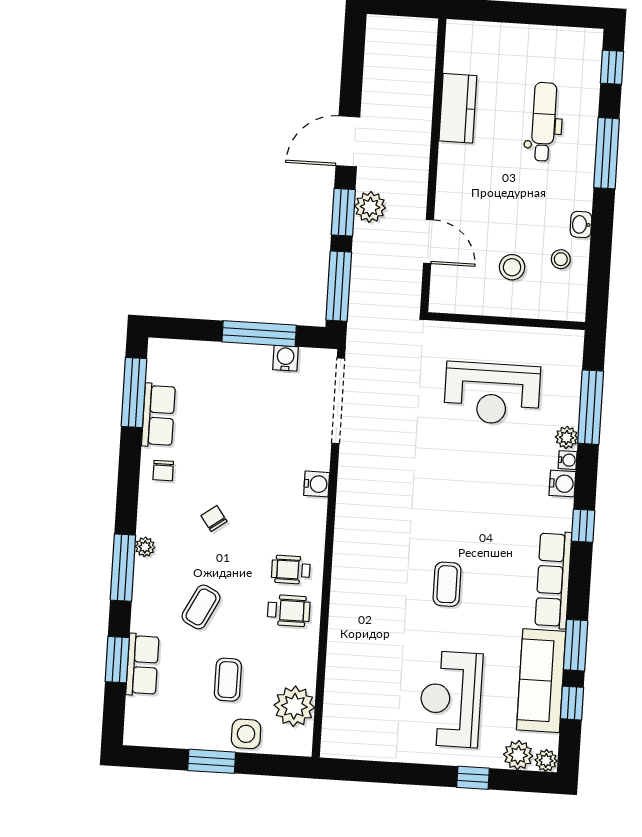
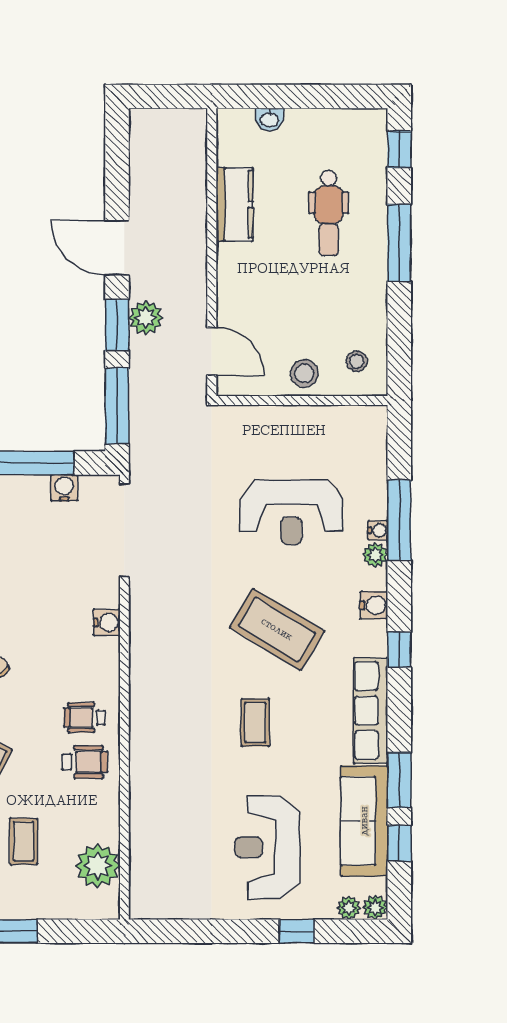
dental chair: (544, 122) -> (329, 213), turned 180
door: (348, 141) -> (117, 248), hinge flipped
washbasin: (581, 225) -> (270, 119), moved, turned -90
wall: (506, 321) -> (302, 400), moved
water cooler: (568, 460) -> (378, 530), moved
coffee table: (472, 500) -> (277, 629), added
side table: (246, 734) -> (47, 899), removed
plant: (518, 755) -> (349, 908), width x0.73, depth x0.73

